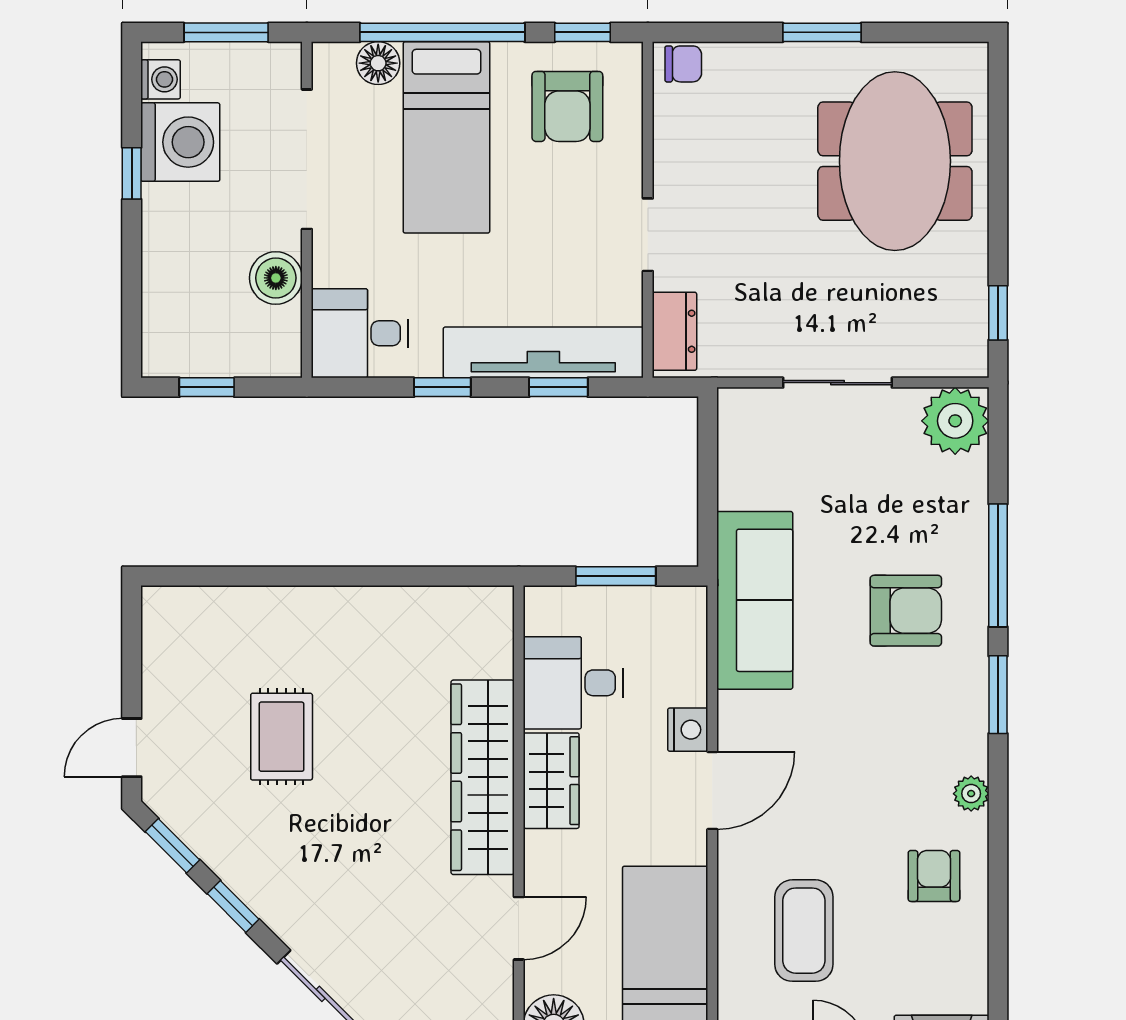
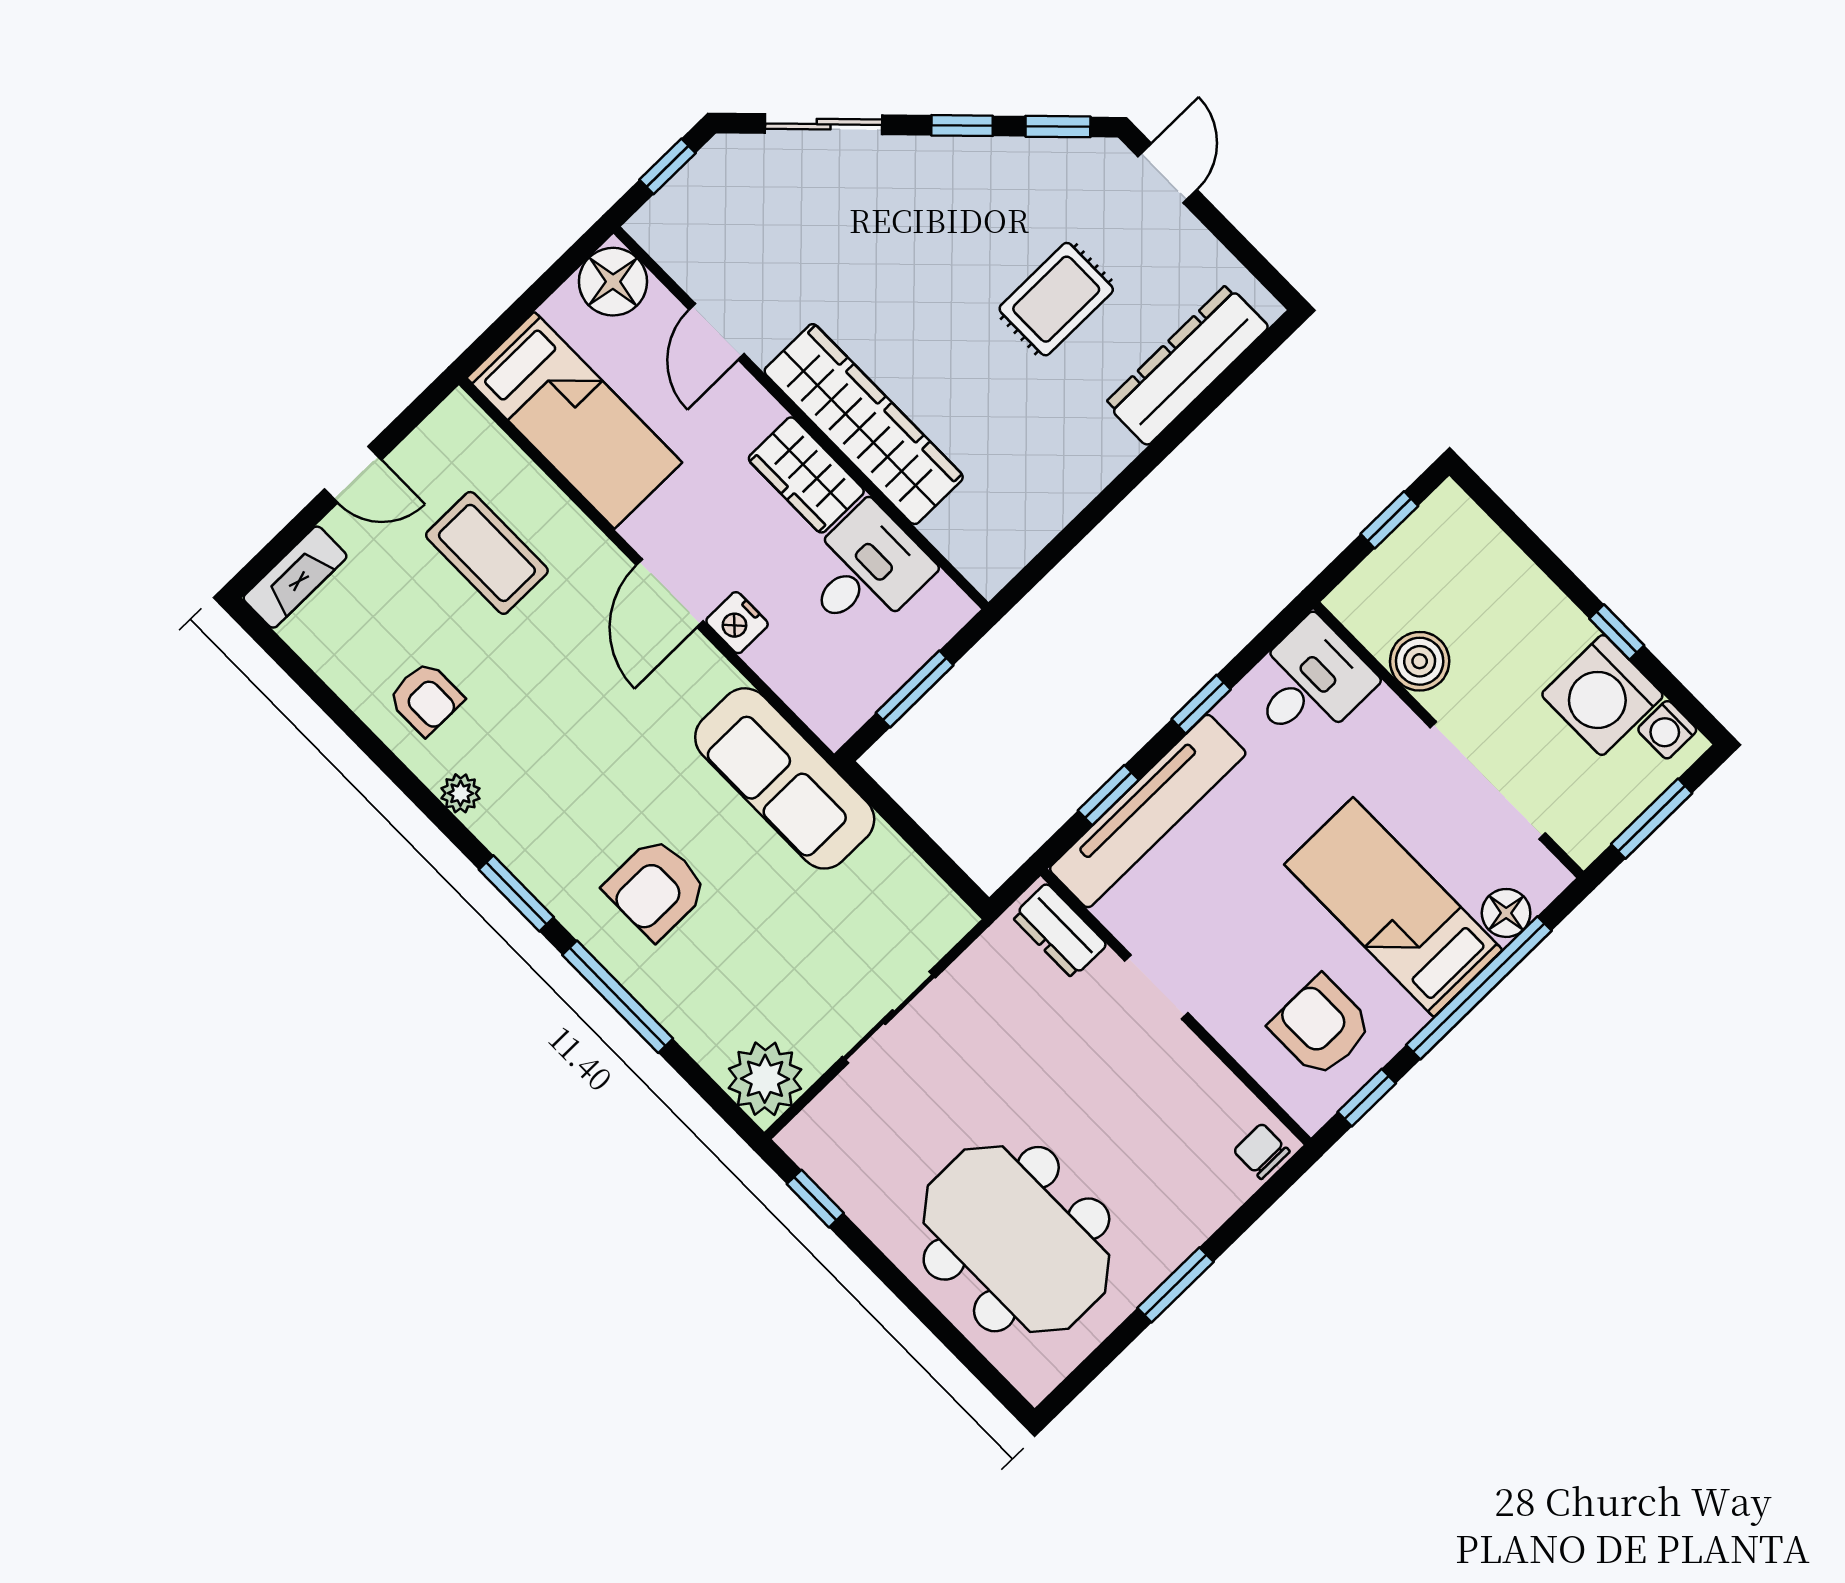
chair: (683, 64) -> (1262, 1151), turned 90
dresser: (239, 613) -> (1187, 365), added
rug: (282, 737) -> (1056, 299), turned 90

